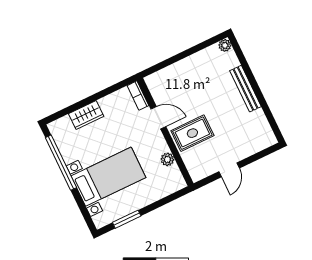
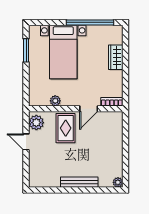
plant: (202, 169) -> (36, 123), added

